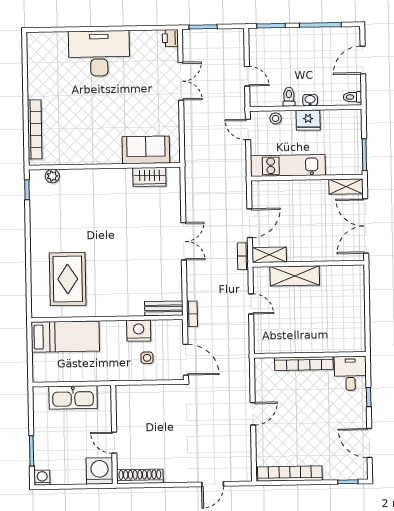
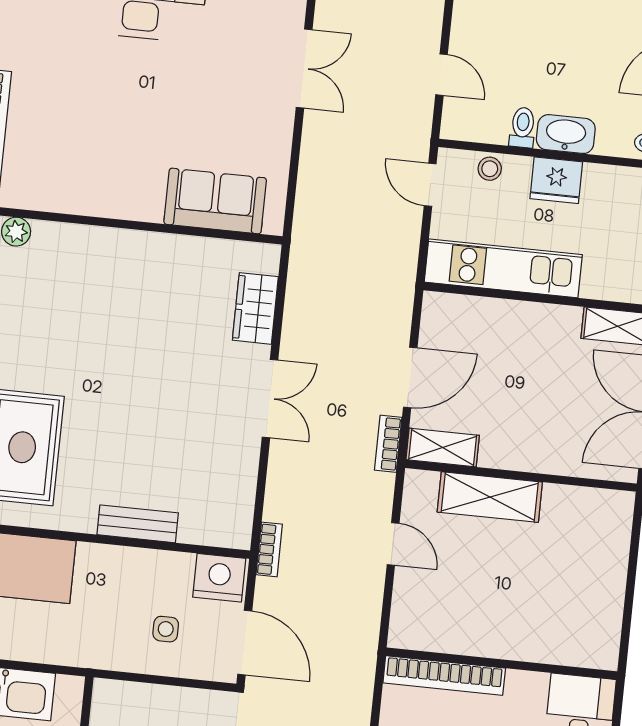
washbasin: (310, 100) -> (566, 134), width x1.91, depth x1.45
wardrobe: (149, 177) -> (255, 308), moved, turned 90
bench: (164, 308) -> (138, 524), moved
nightstand: (139, 331) -> (219, 578), moved
bookcase: (304, 364) -> (444, 675), moved

